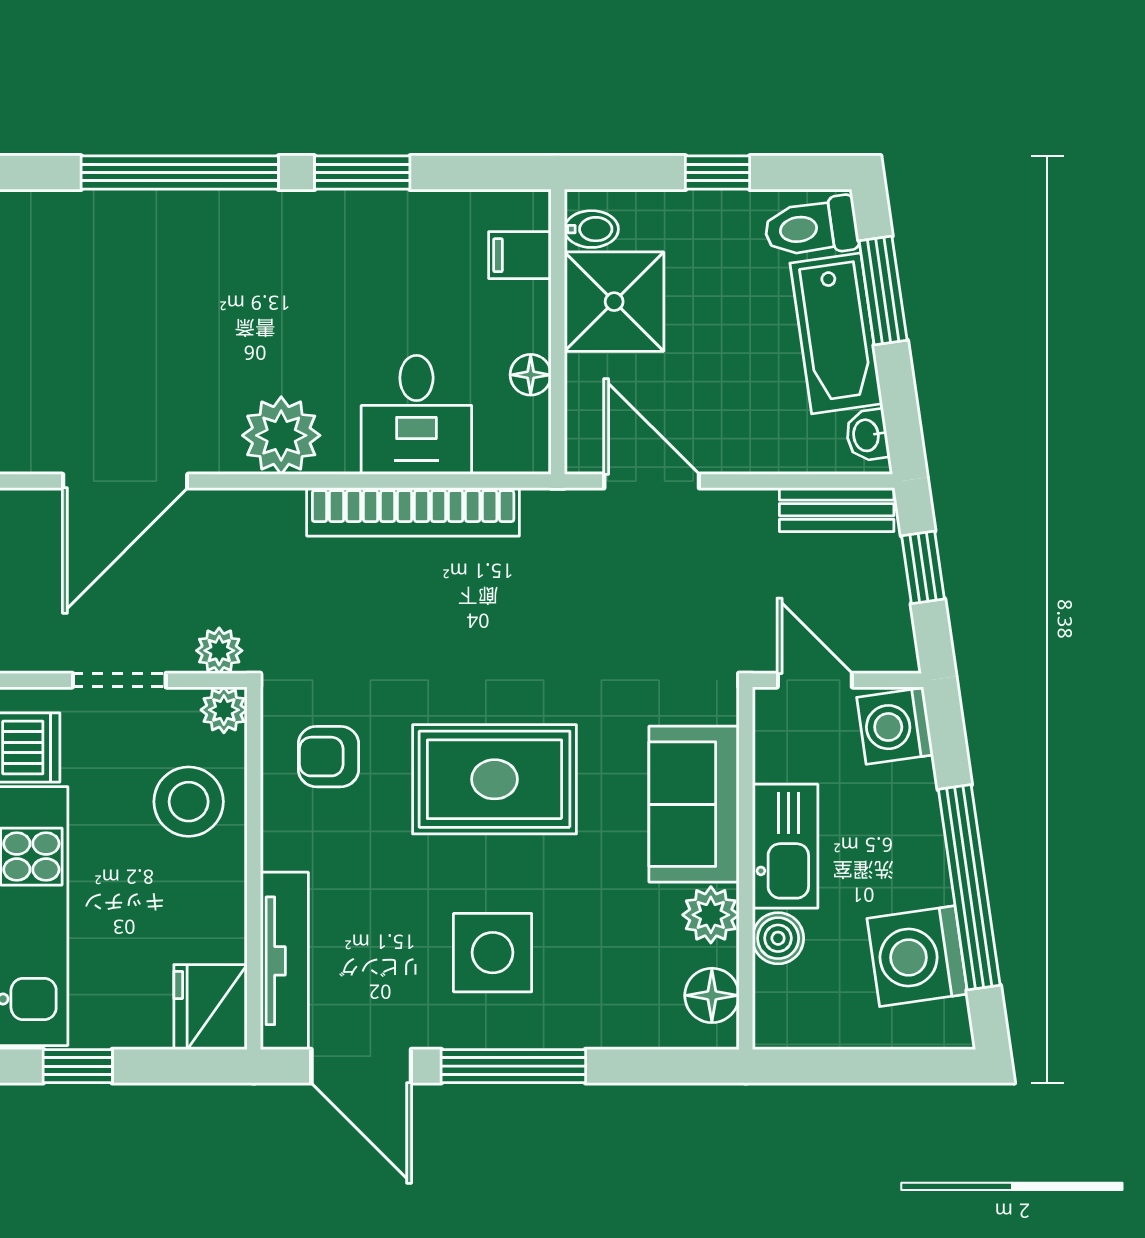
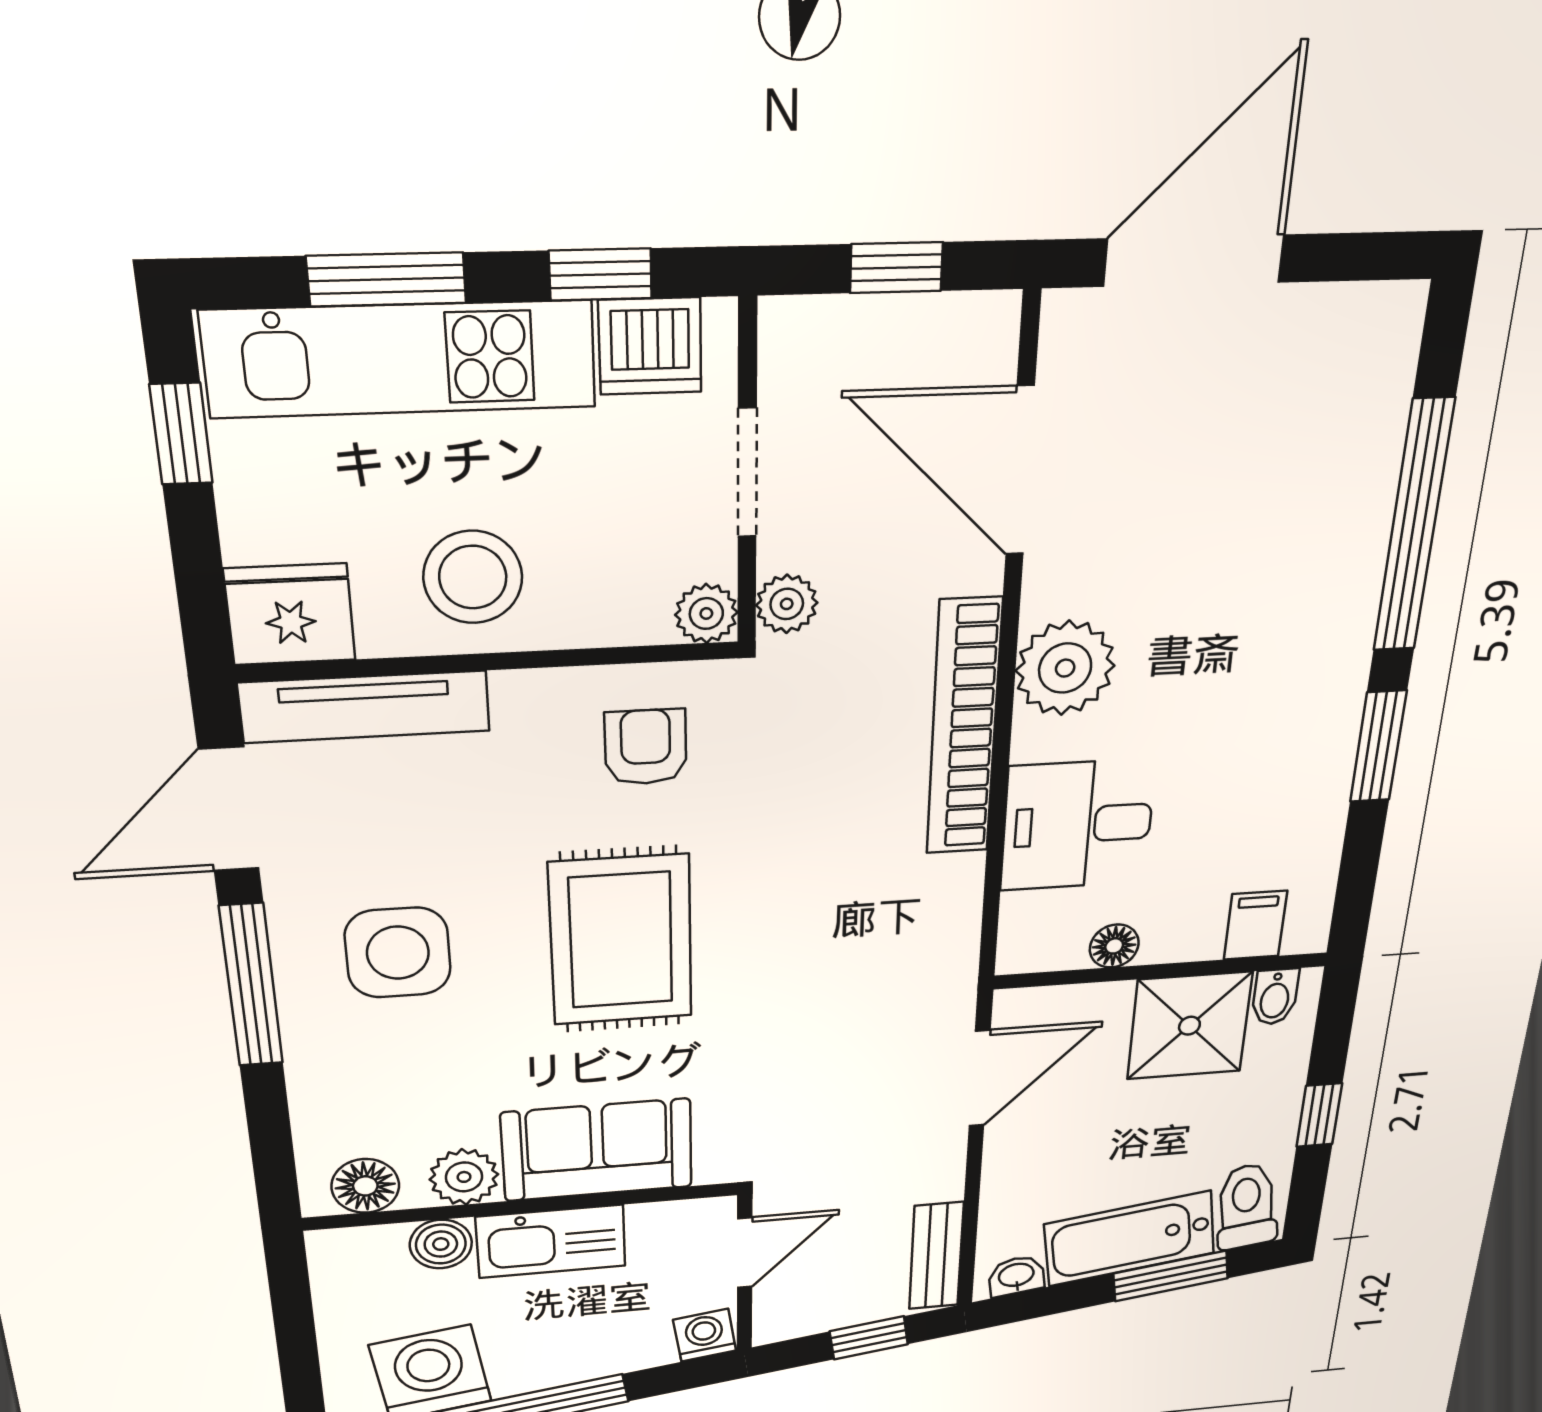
bookcase: (413, 512) -> (964, 728), moved
washing machine: (895, 726) -> (705, 1335), width x0.73, depth x0.73
stool: (189, 802) -> (473, 577), moved

